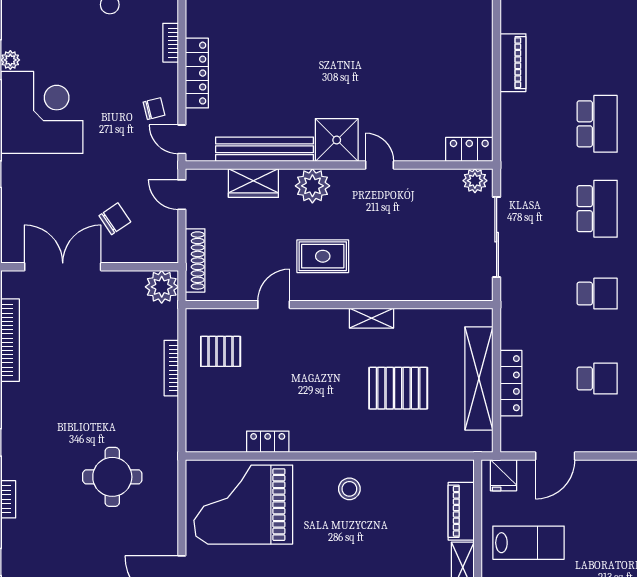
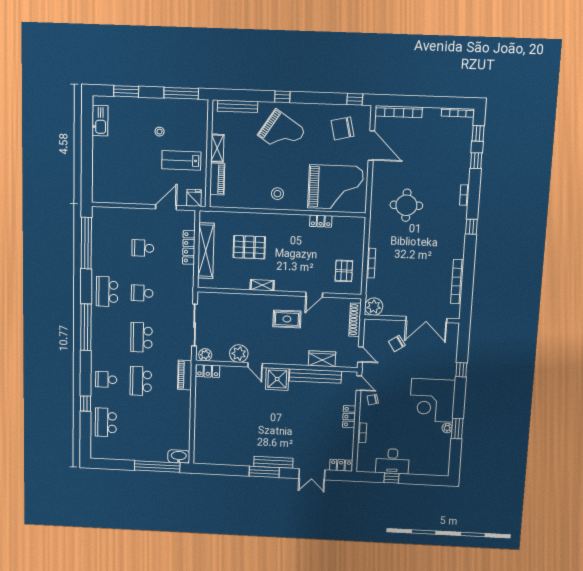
piano: (513, 63) -> (185, 375), moved
locker: (197, 73) -> (349, 417), width x0.66
plant: (312, 186) -> (239, 354), moved
pallet: (221, 351) -> (344, 271), turned 90

